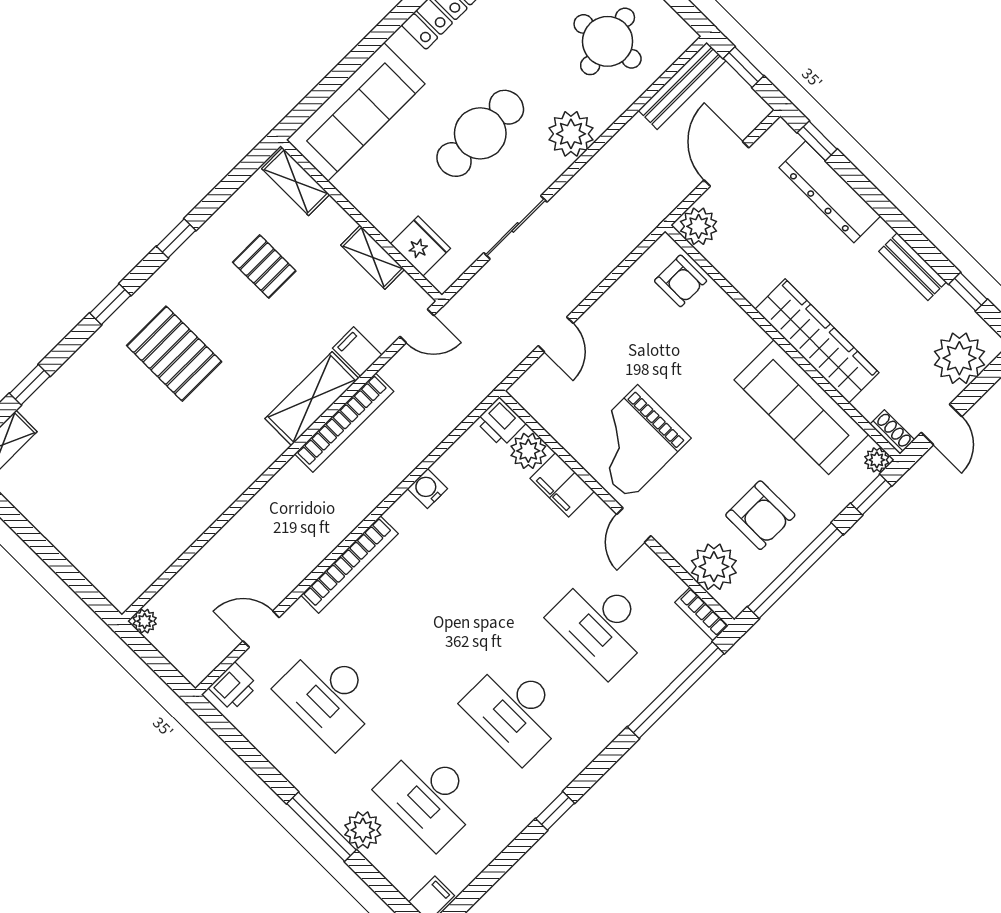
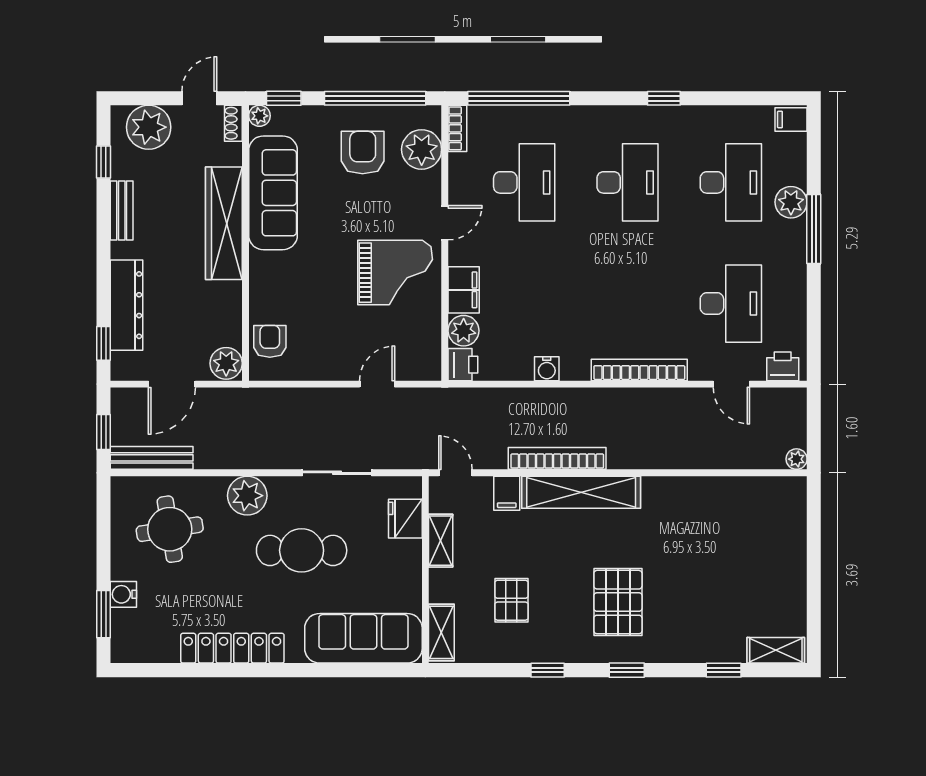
shelving: (312, 399) -> (581, 492), width x1.47

